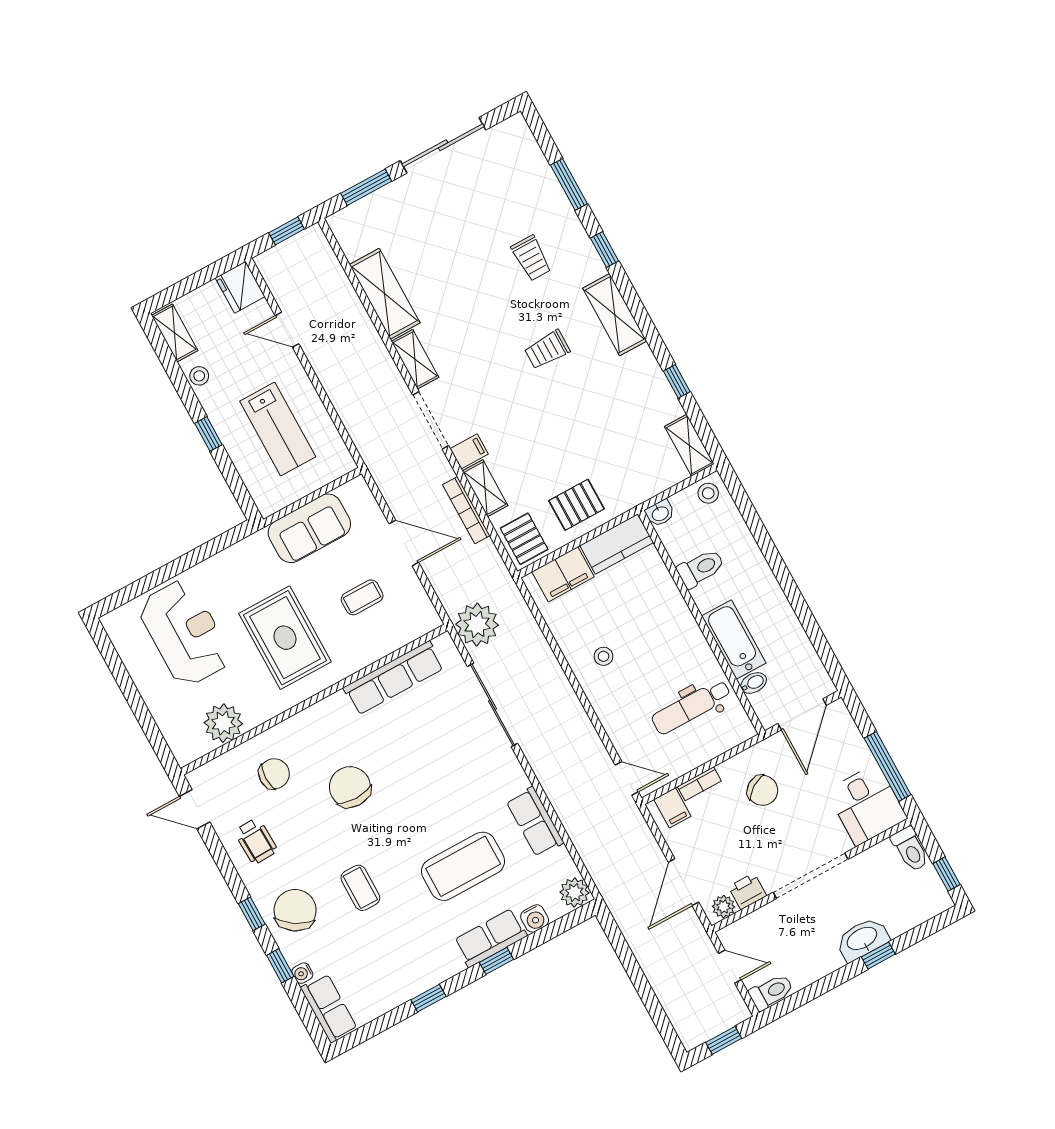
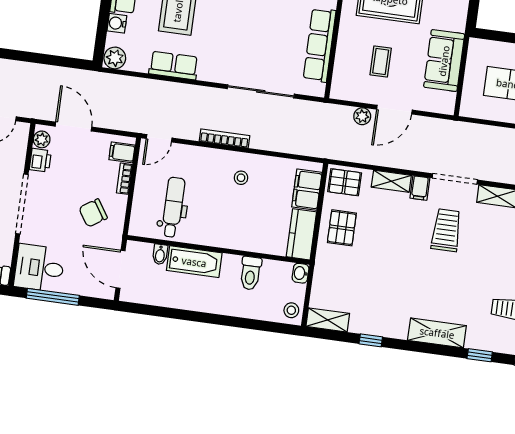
trolley: (547, 350) -> (446, 230), moved, width x1.36, depth x1.39
bookcase: (466, 510) -> (224, 138), moved
plant: (477, 625) -> (362, 116), moved, width x0.53, depth x0.53

